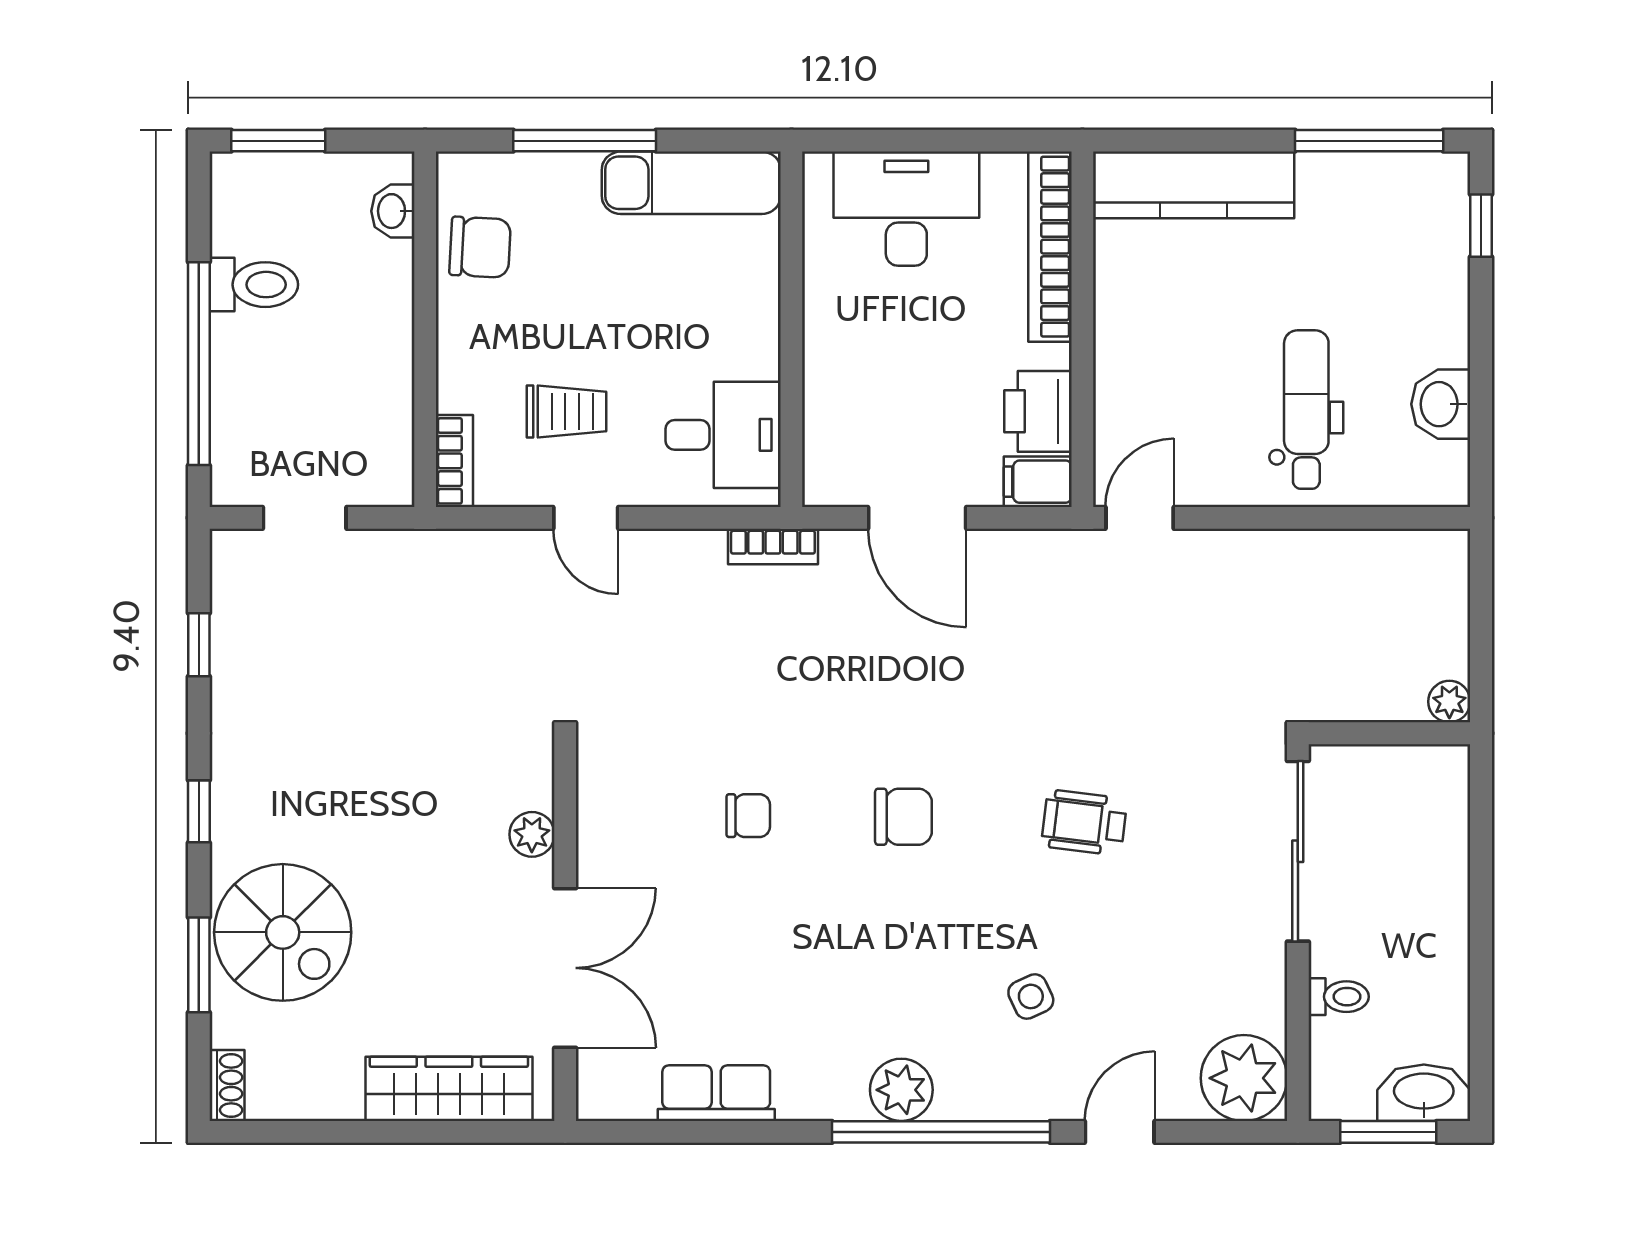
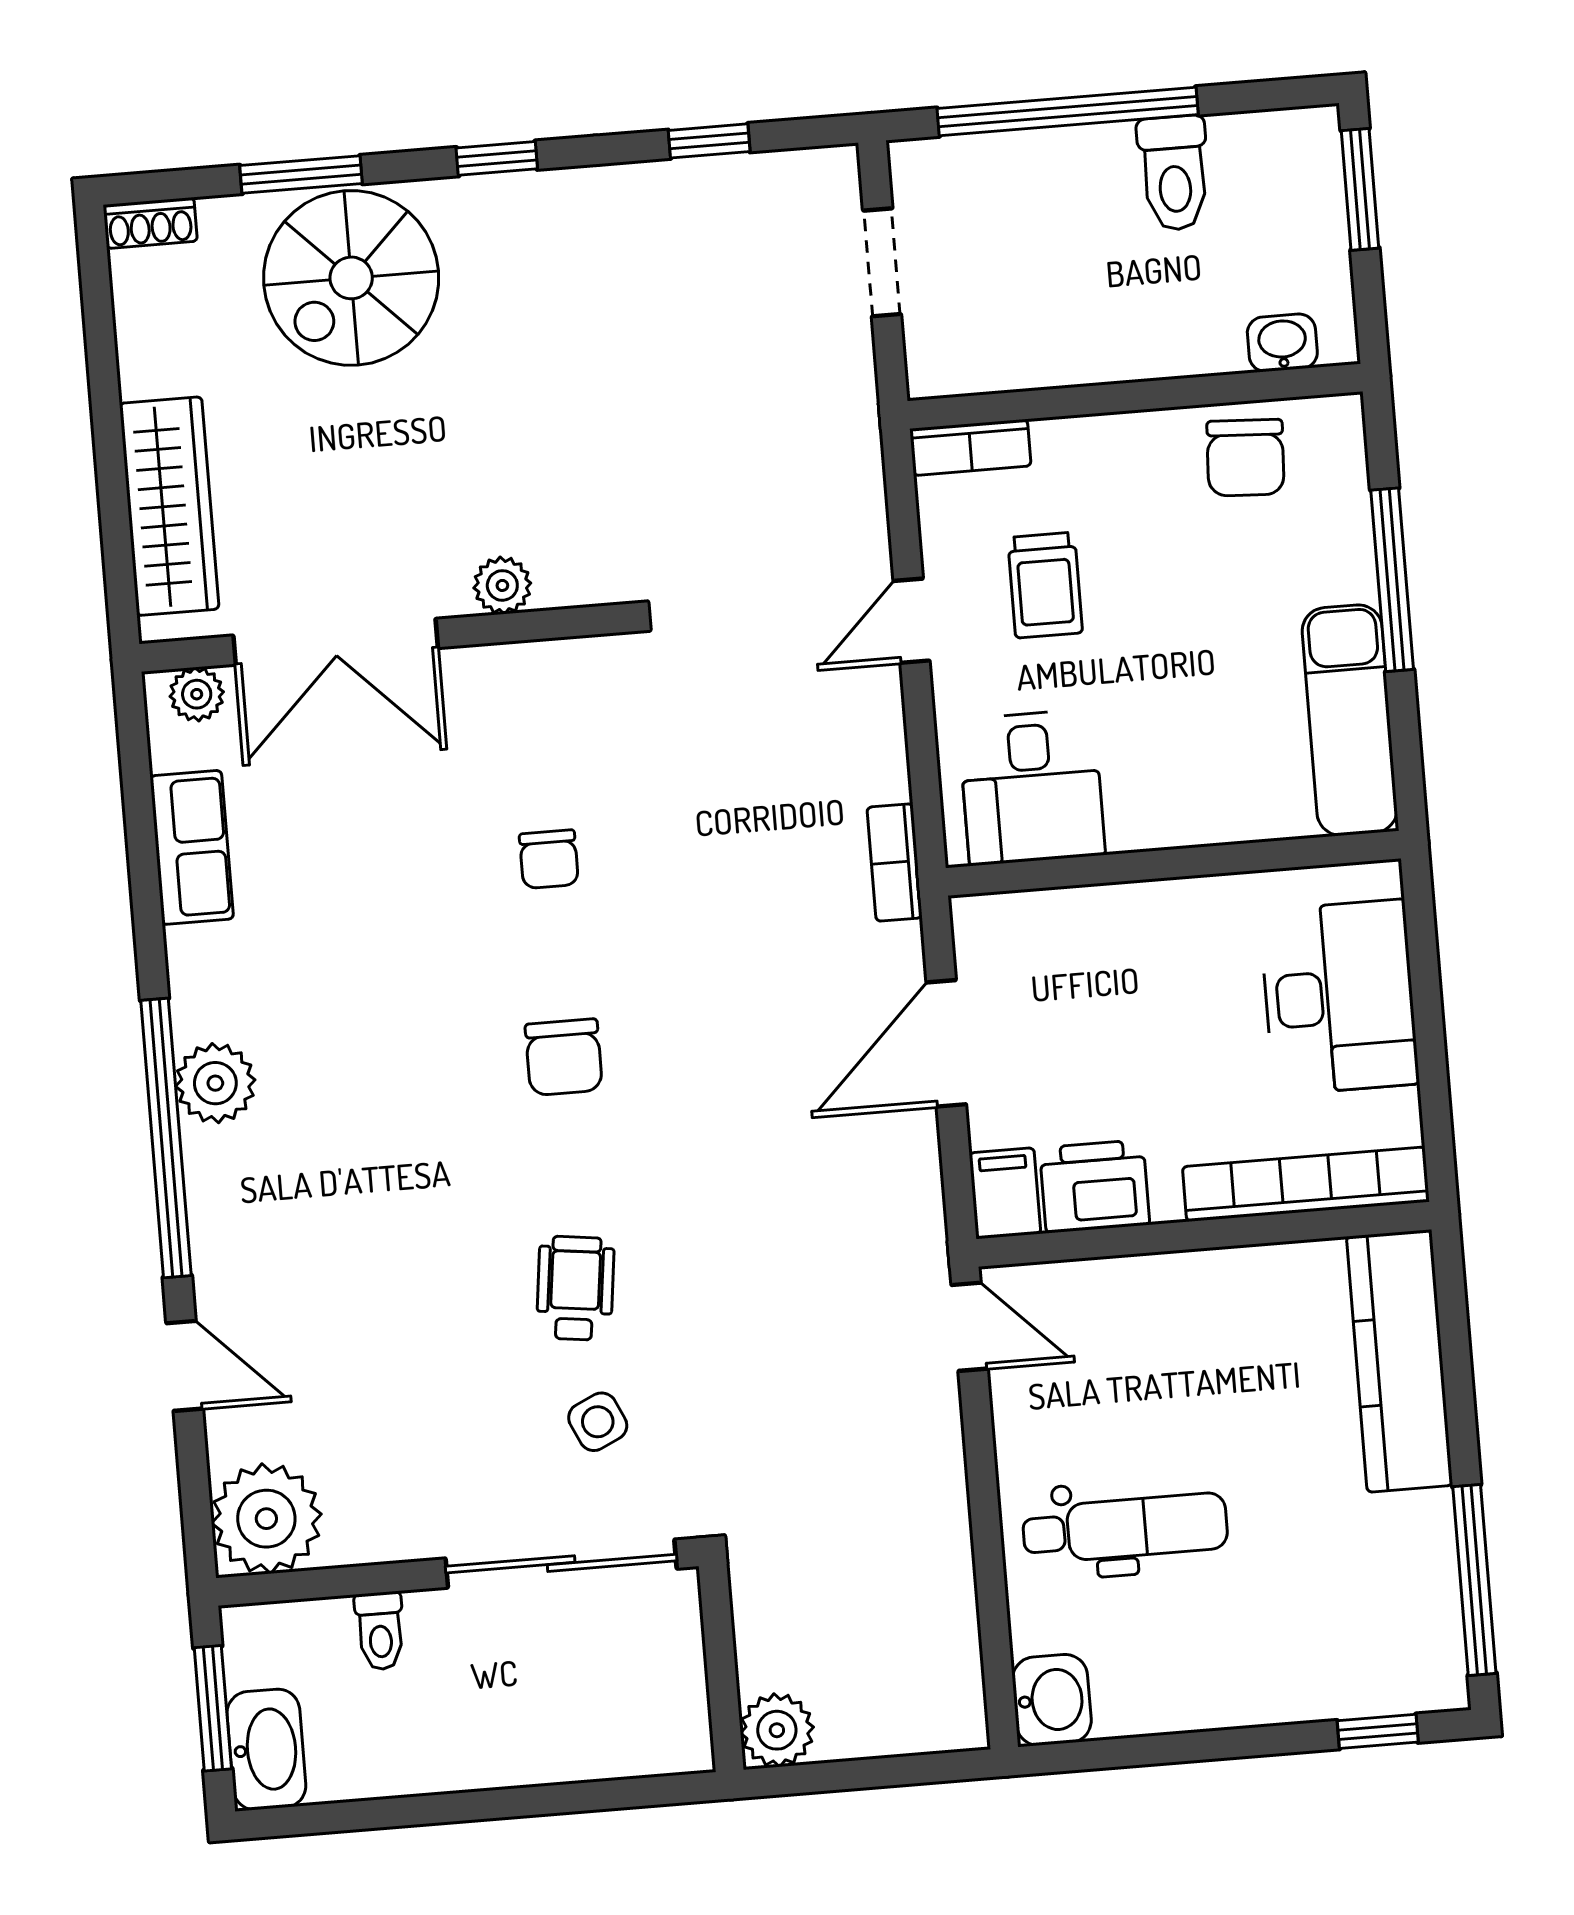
washbasin: (1441, 404) -> (1052, 1700), moved, turned 90
plant: (1449, 702) -> (777, 1730), width x1.38, depth x1.38
side table: (1031, 996) -> (598, 1422), moved
plant: (597, 1079) -> (197, 694), added

